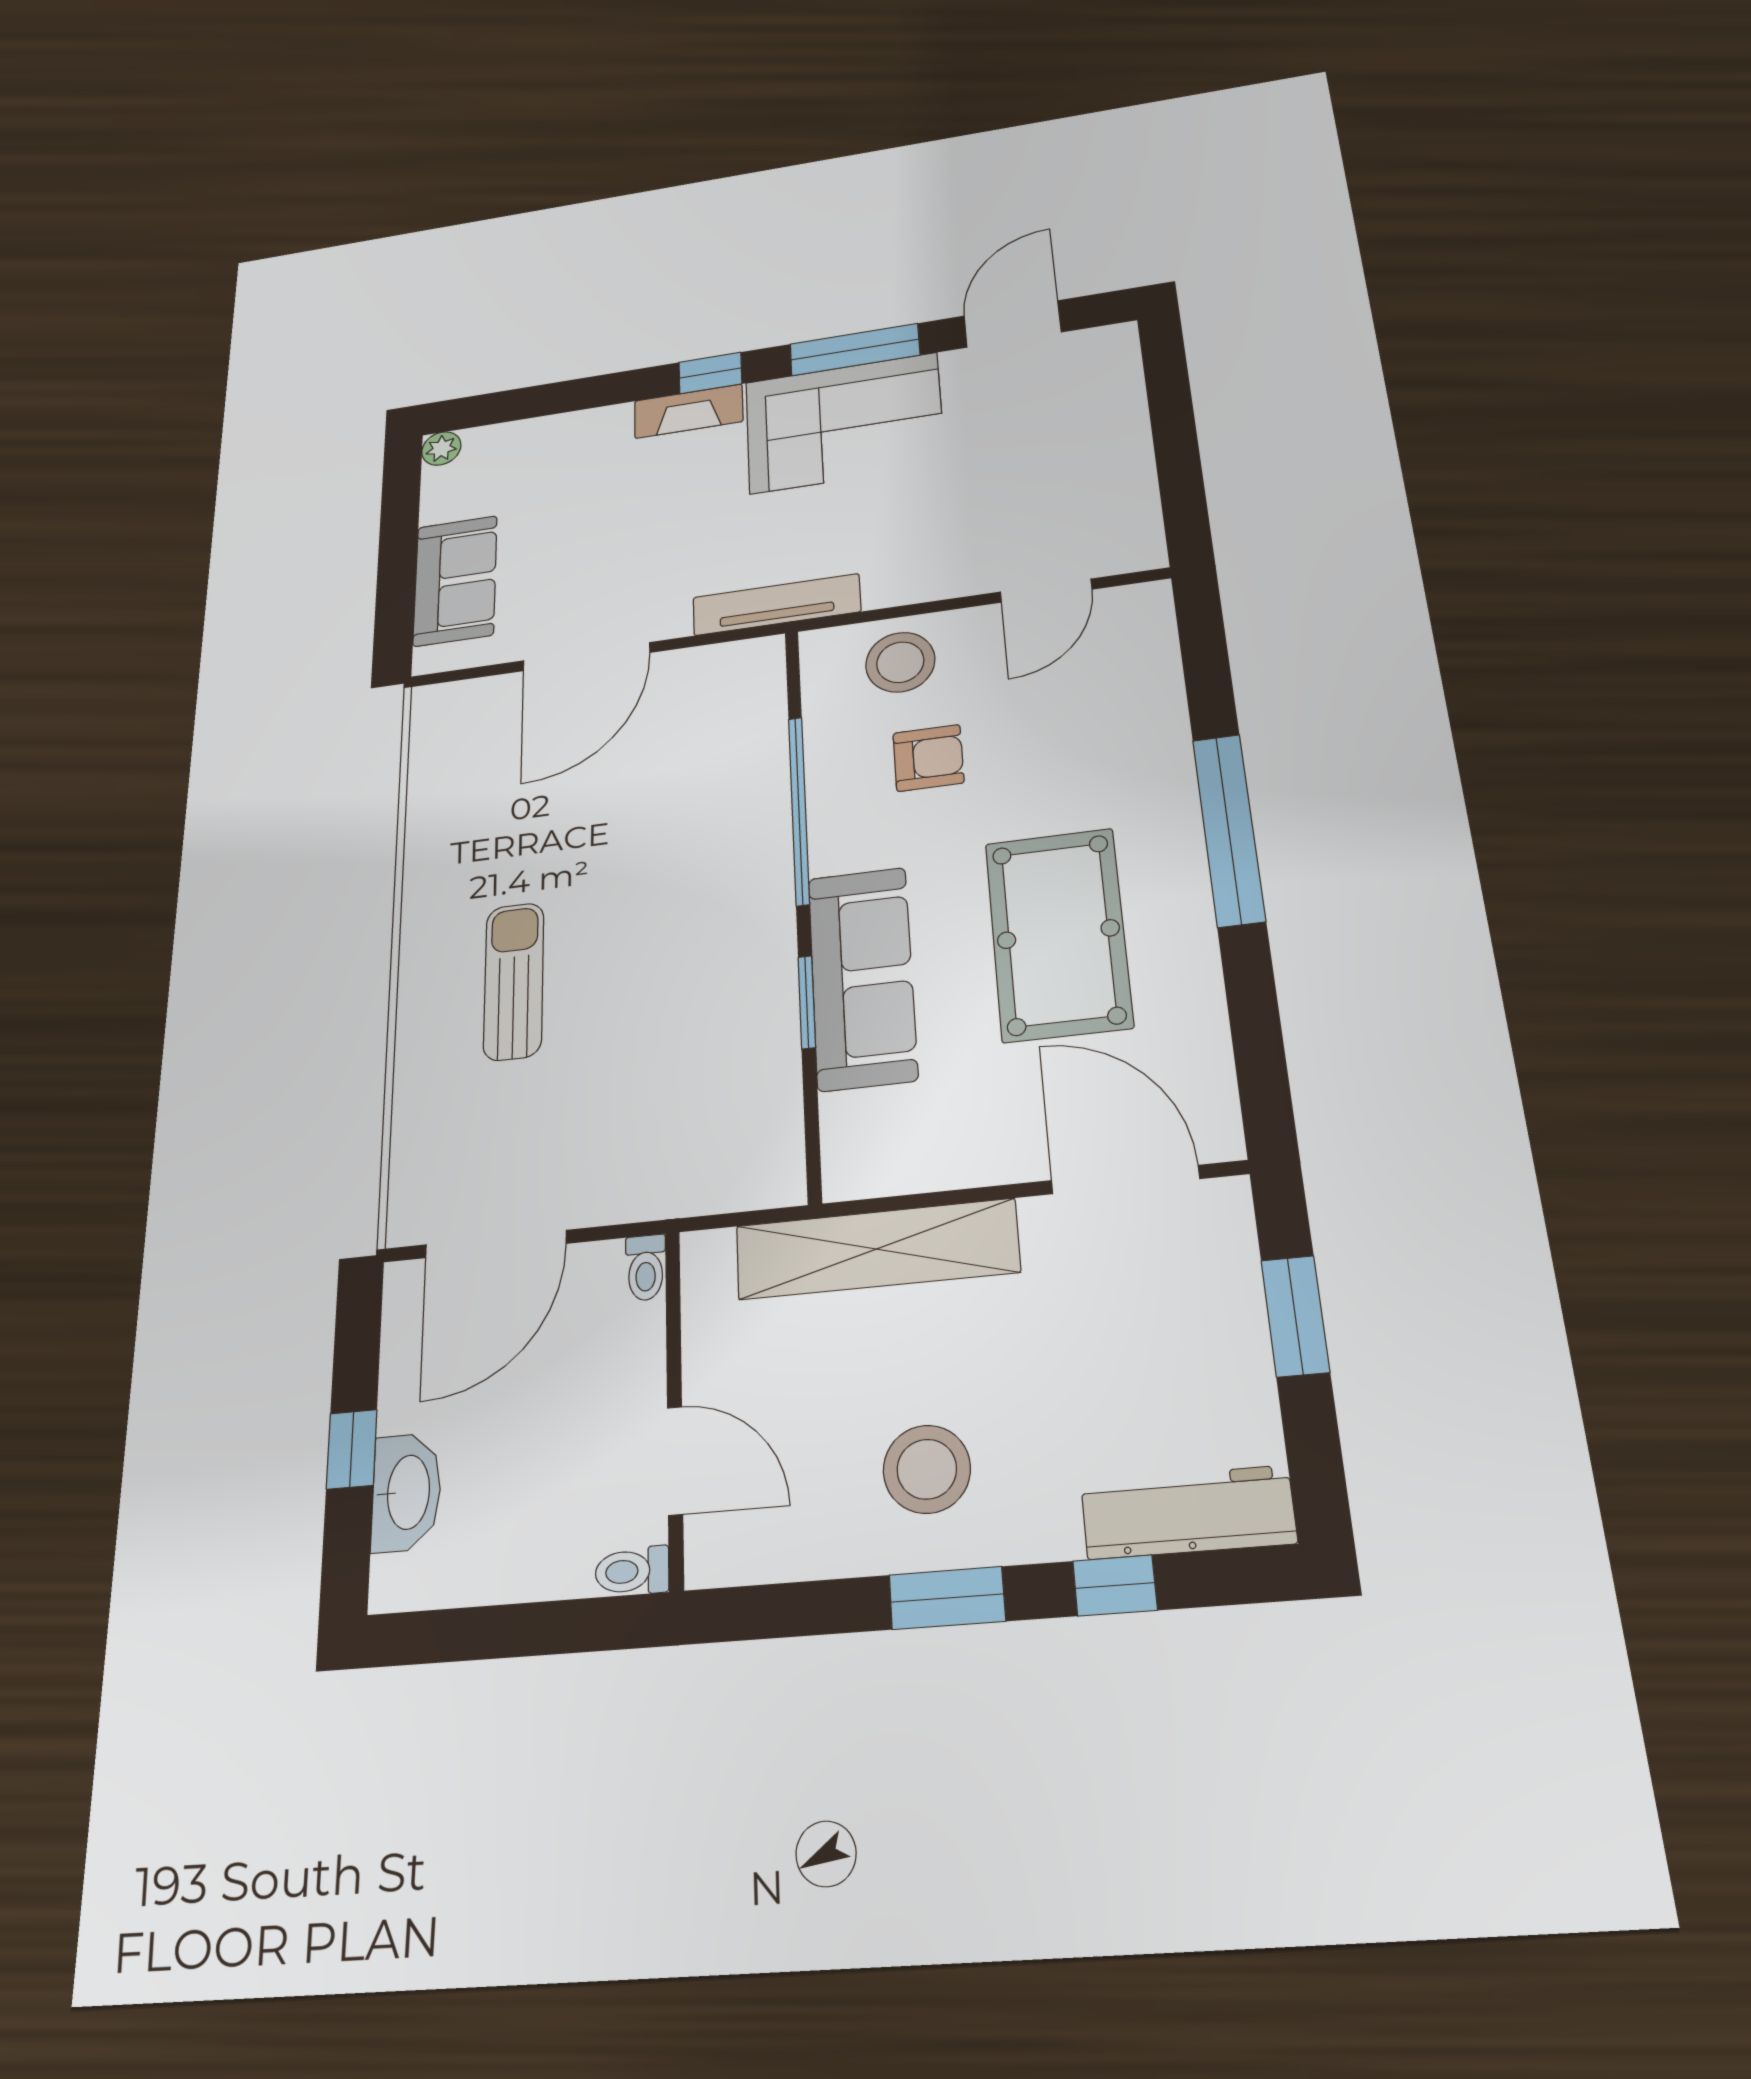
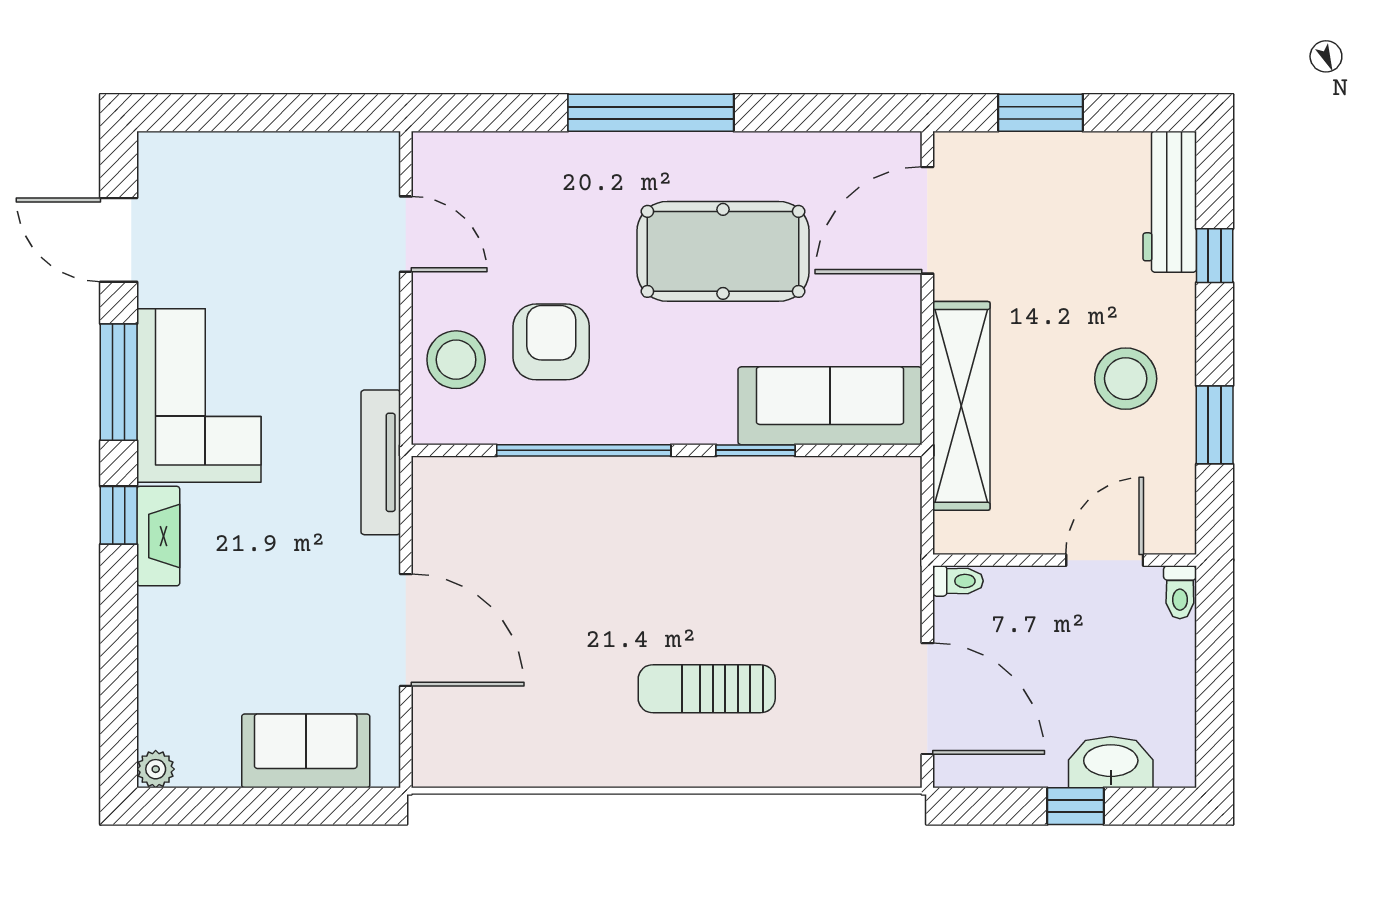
armchair: (928, 758) -> (551, 342), width x1.38, depth x1.38
sofa: (862, 978) -> (830, 406), moved
window: (947, 1598) -> (1215, 425), moved

